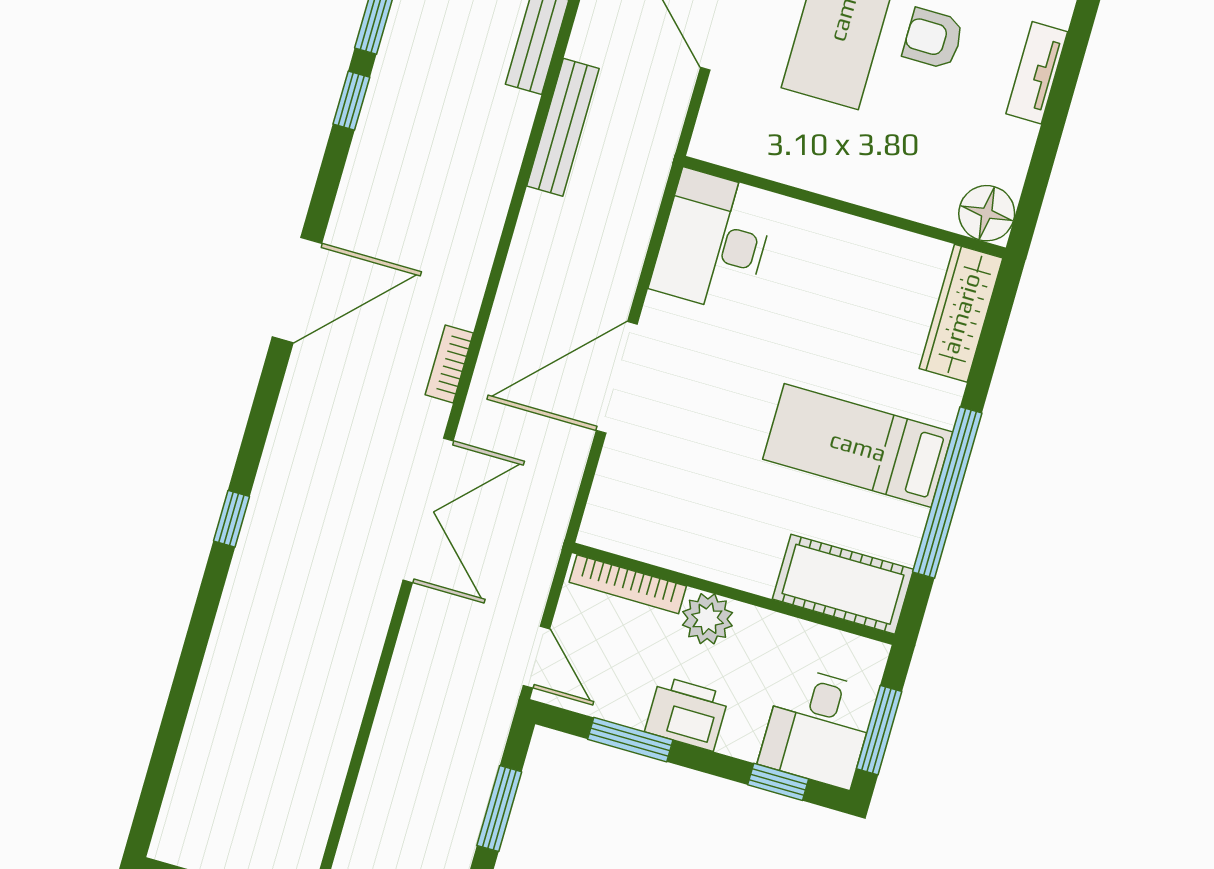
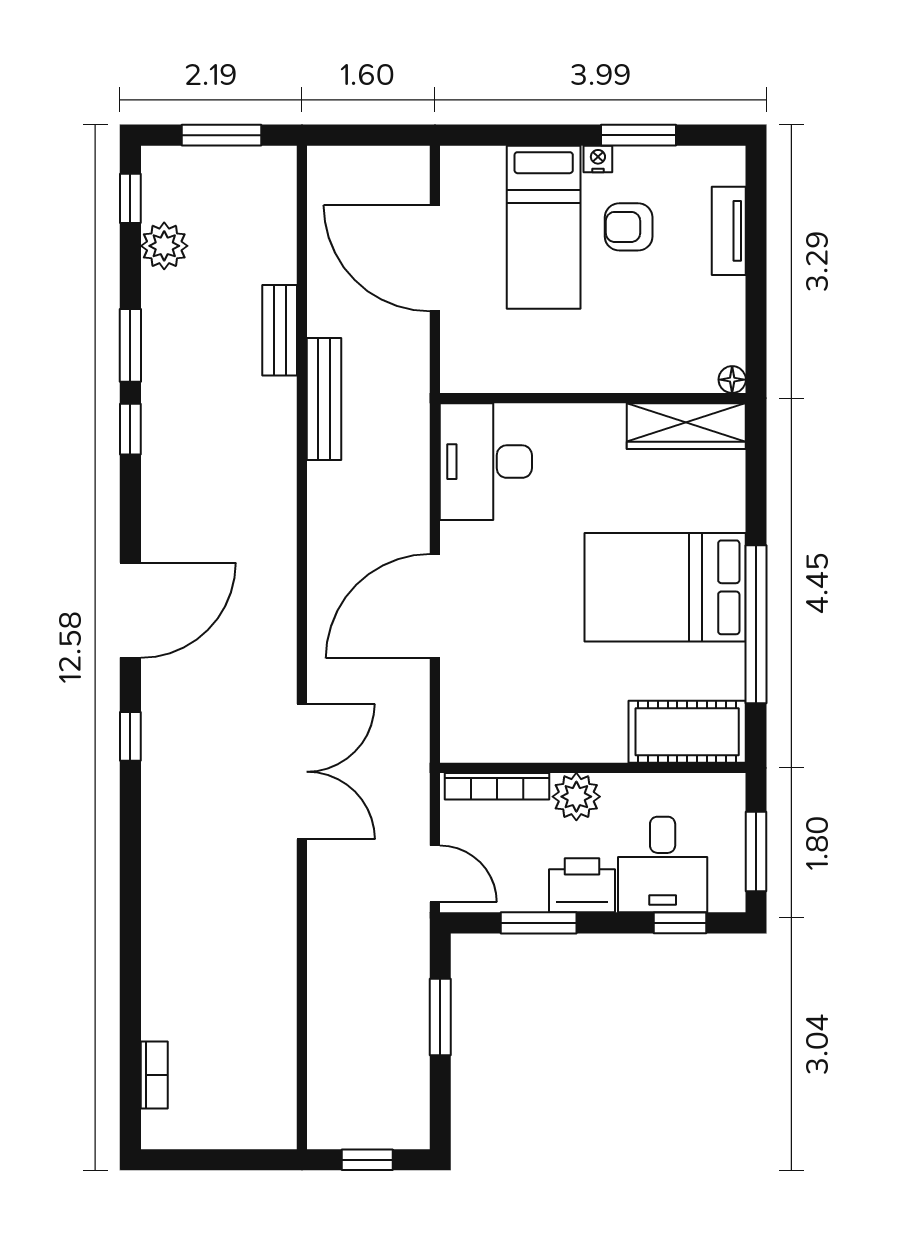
floor lamp: (987, 213) -> (732, 380), width x0.53, depth x0.53
wardrobe: (961, 313) -> (686, 426), moved, turned -90
bookcase: (449, 364) -> (154, 1075), moved, turned 180
bed: (858, 446) -> (665, 587), width x1.50
window: (231, 519) -> (130, 736), moved
desk: (818, 727) -> (663, 865), moved

